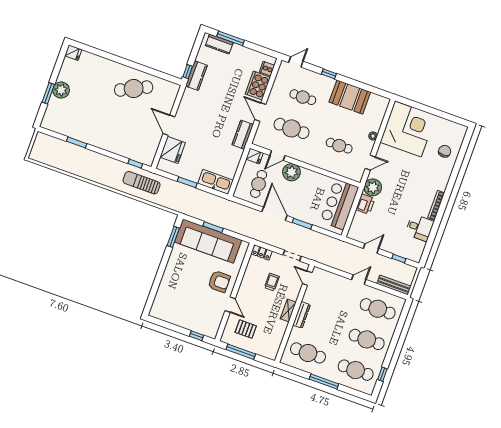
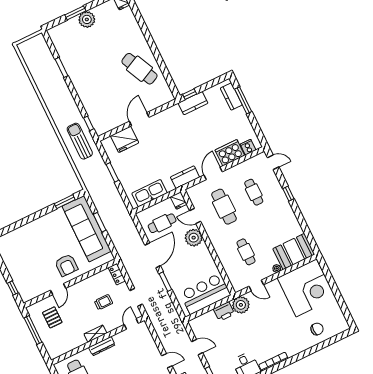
booth: (350, 97) -> (294, 252), moved, turned 90
kitchen sink: (216, 182) -> (149, 193), moved, turned -90

